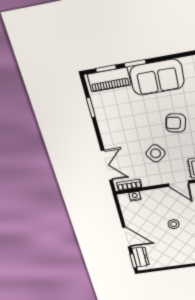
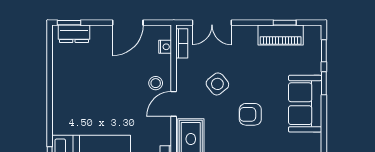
piano: (109, 80) -> (281, 35), moved, turned -90
armchair: (176, 123) -> (250, 114), turned -101
stool: (174, 224) -> (156, 83), moved
door: (127, 237) -> (128, 23), moved

